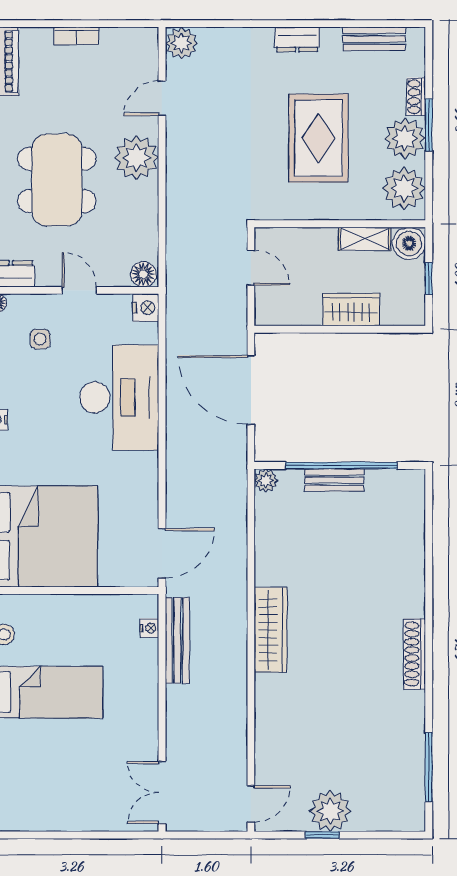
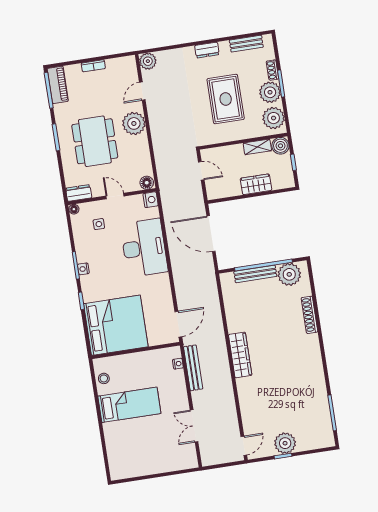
bench: (334, 480) -> (255, 274), width x1.36
plant: (266, 481) -> (289, 274), moved, width x1.87, depth x1.87
shoe rack: (414, 654) -> (309, 315), moved
double door: (162, 792) -> (194, 426), moved

